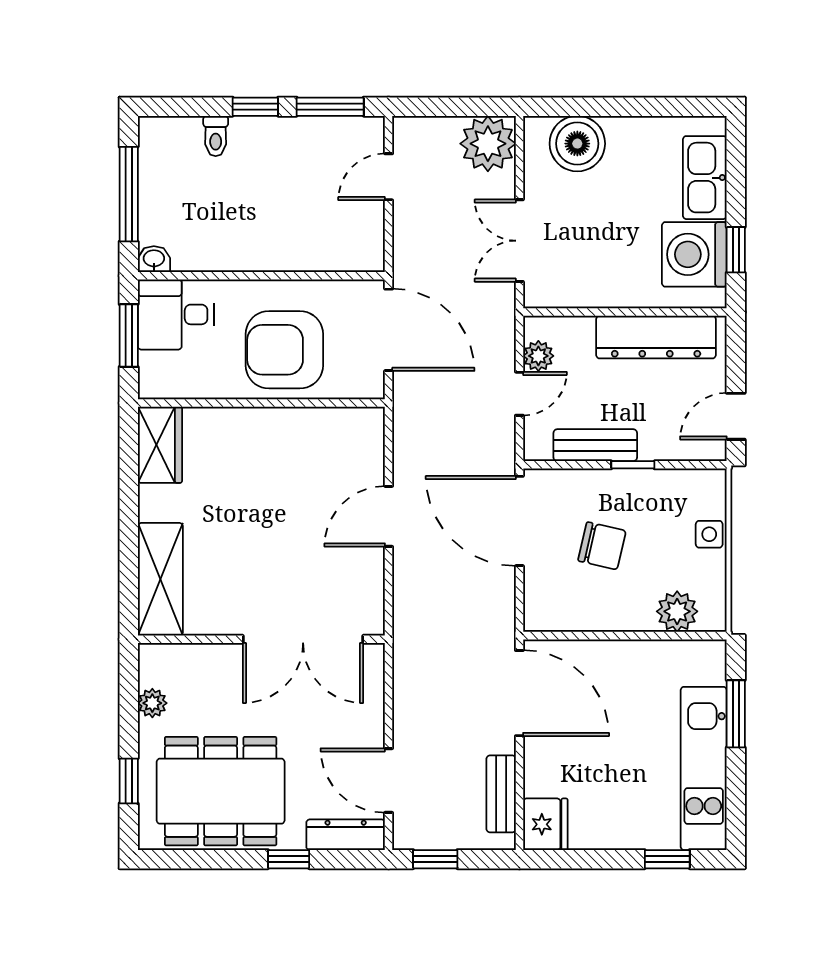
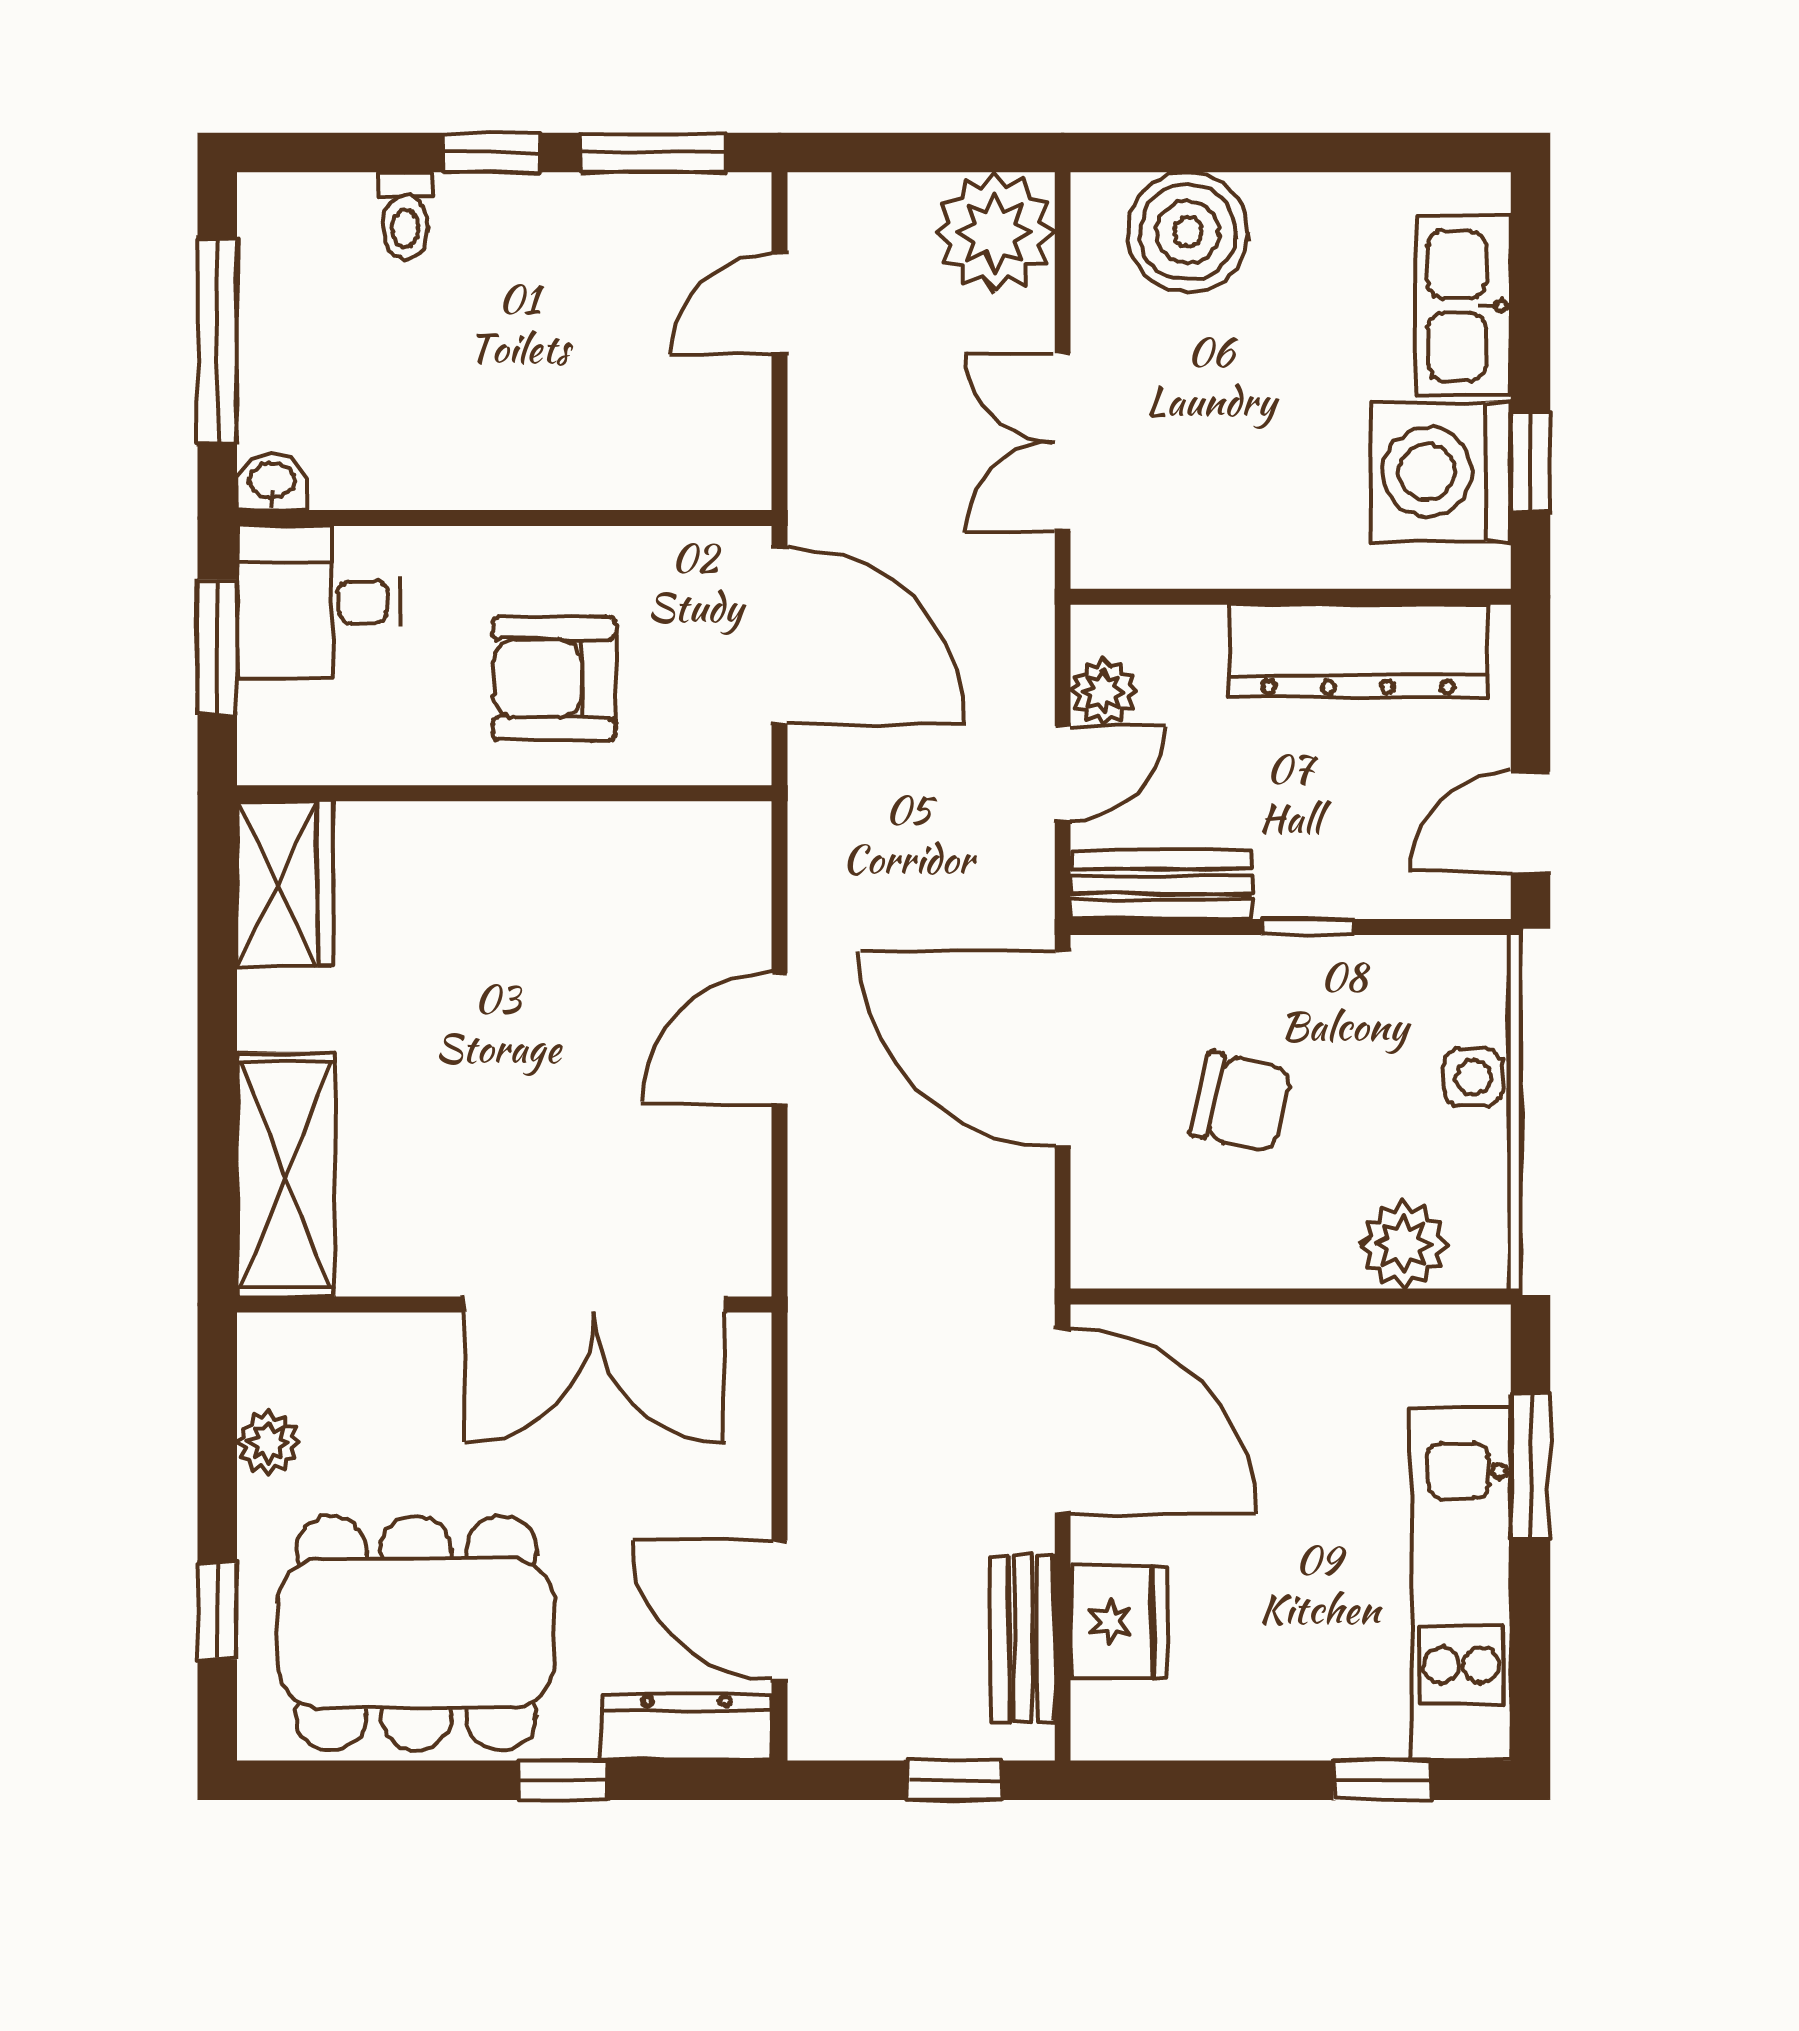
armchair: (284, 350) -> (554, 678), width x0.73, depth x0.73
bench: (595, 445) -> (1161, 885), moved
fridge: (545, 824) -> (1119, 1622), moved
window: (435, 859) -> (955, 1780), moved

